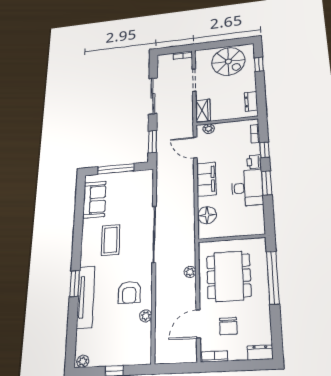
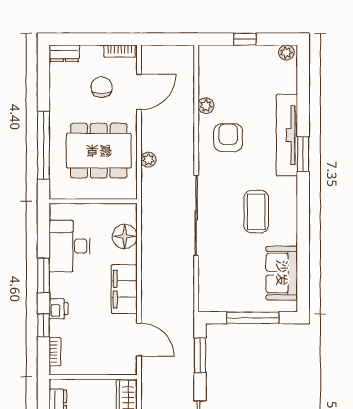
plant: (209, 129) -> (119, 367), removed
desk: (247, 188) -> (70, 246), moved
dining table: (229, 276) -> (99, 151), turned 90

